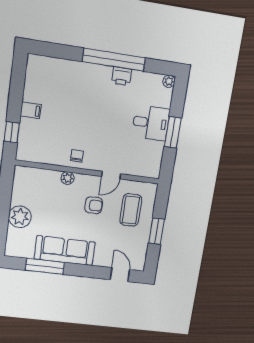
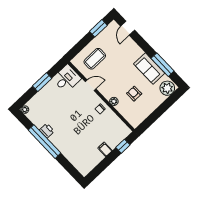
desk: (151, 123) -> (67, 79), moved, turned 90
armchair: (94, 205) -> (134, 94), moved
plant: (20, 217) -> (167, 88), moved
window: (157, 231) -> (98, 28), moved
sofa: (65, 251) -> (149, 69), width x0.73

